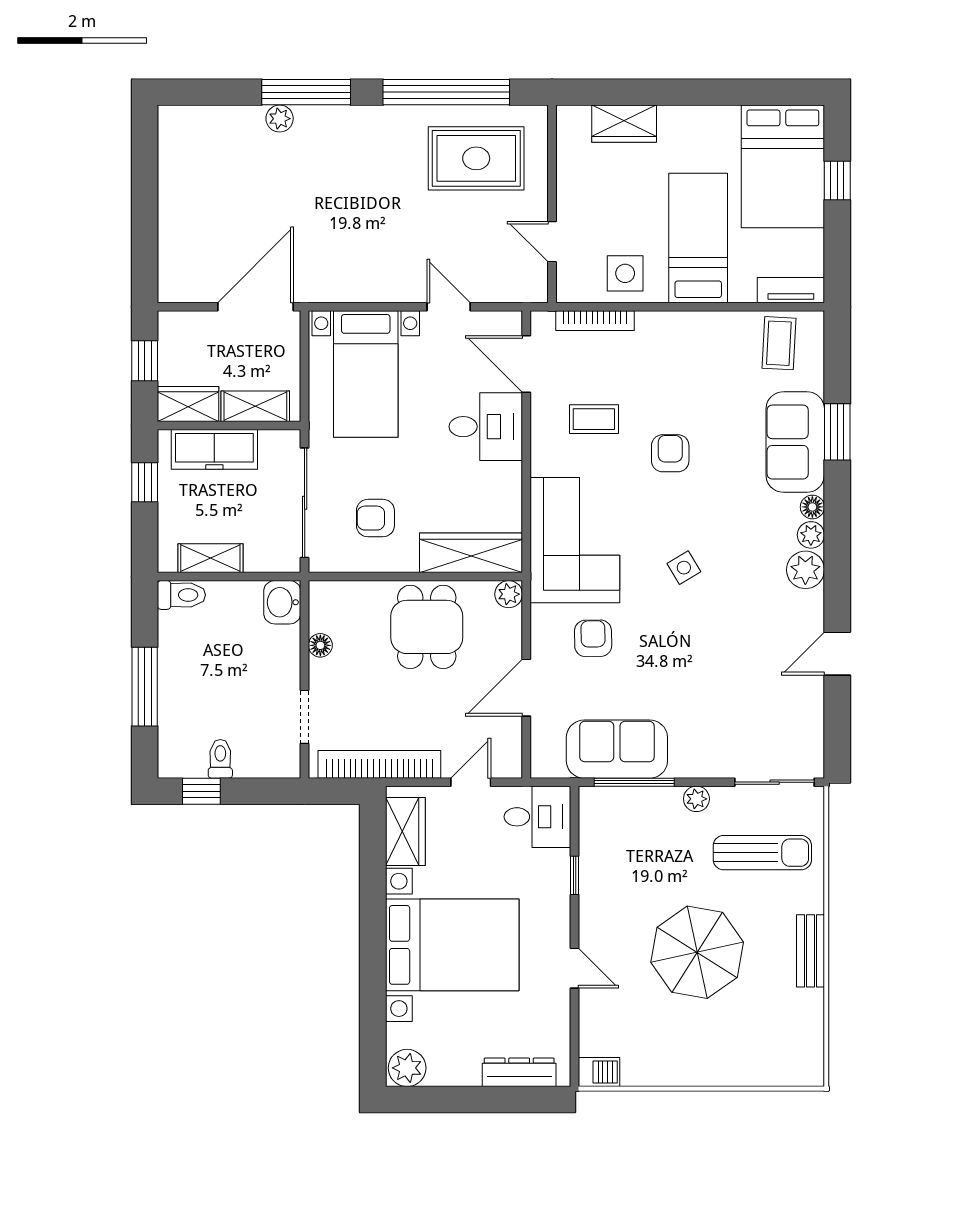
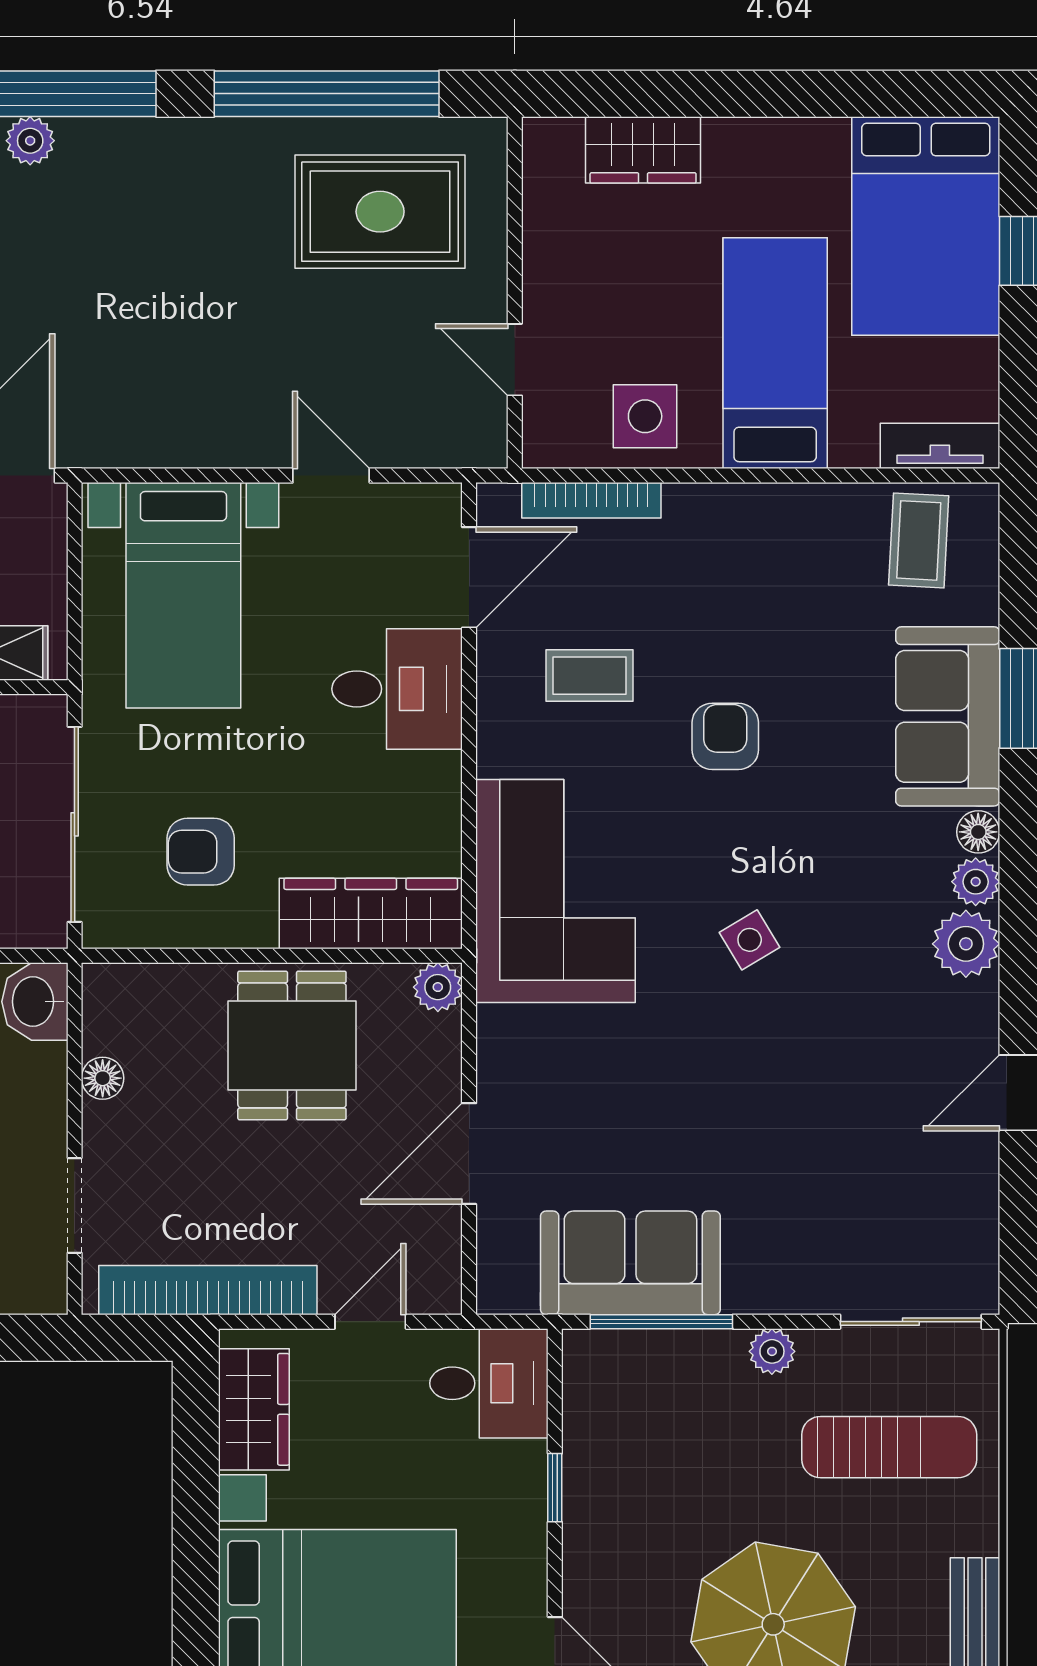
door: (526, 364) -> (469, 577), swing flipped
armchair: (593, 638) -> (588, 1066), removed

